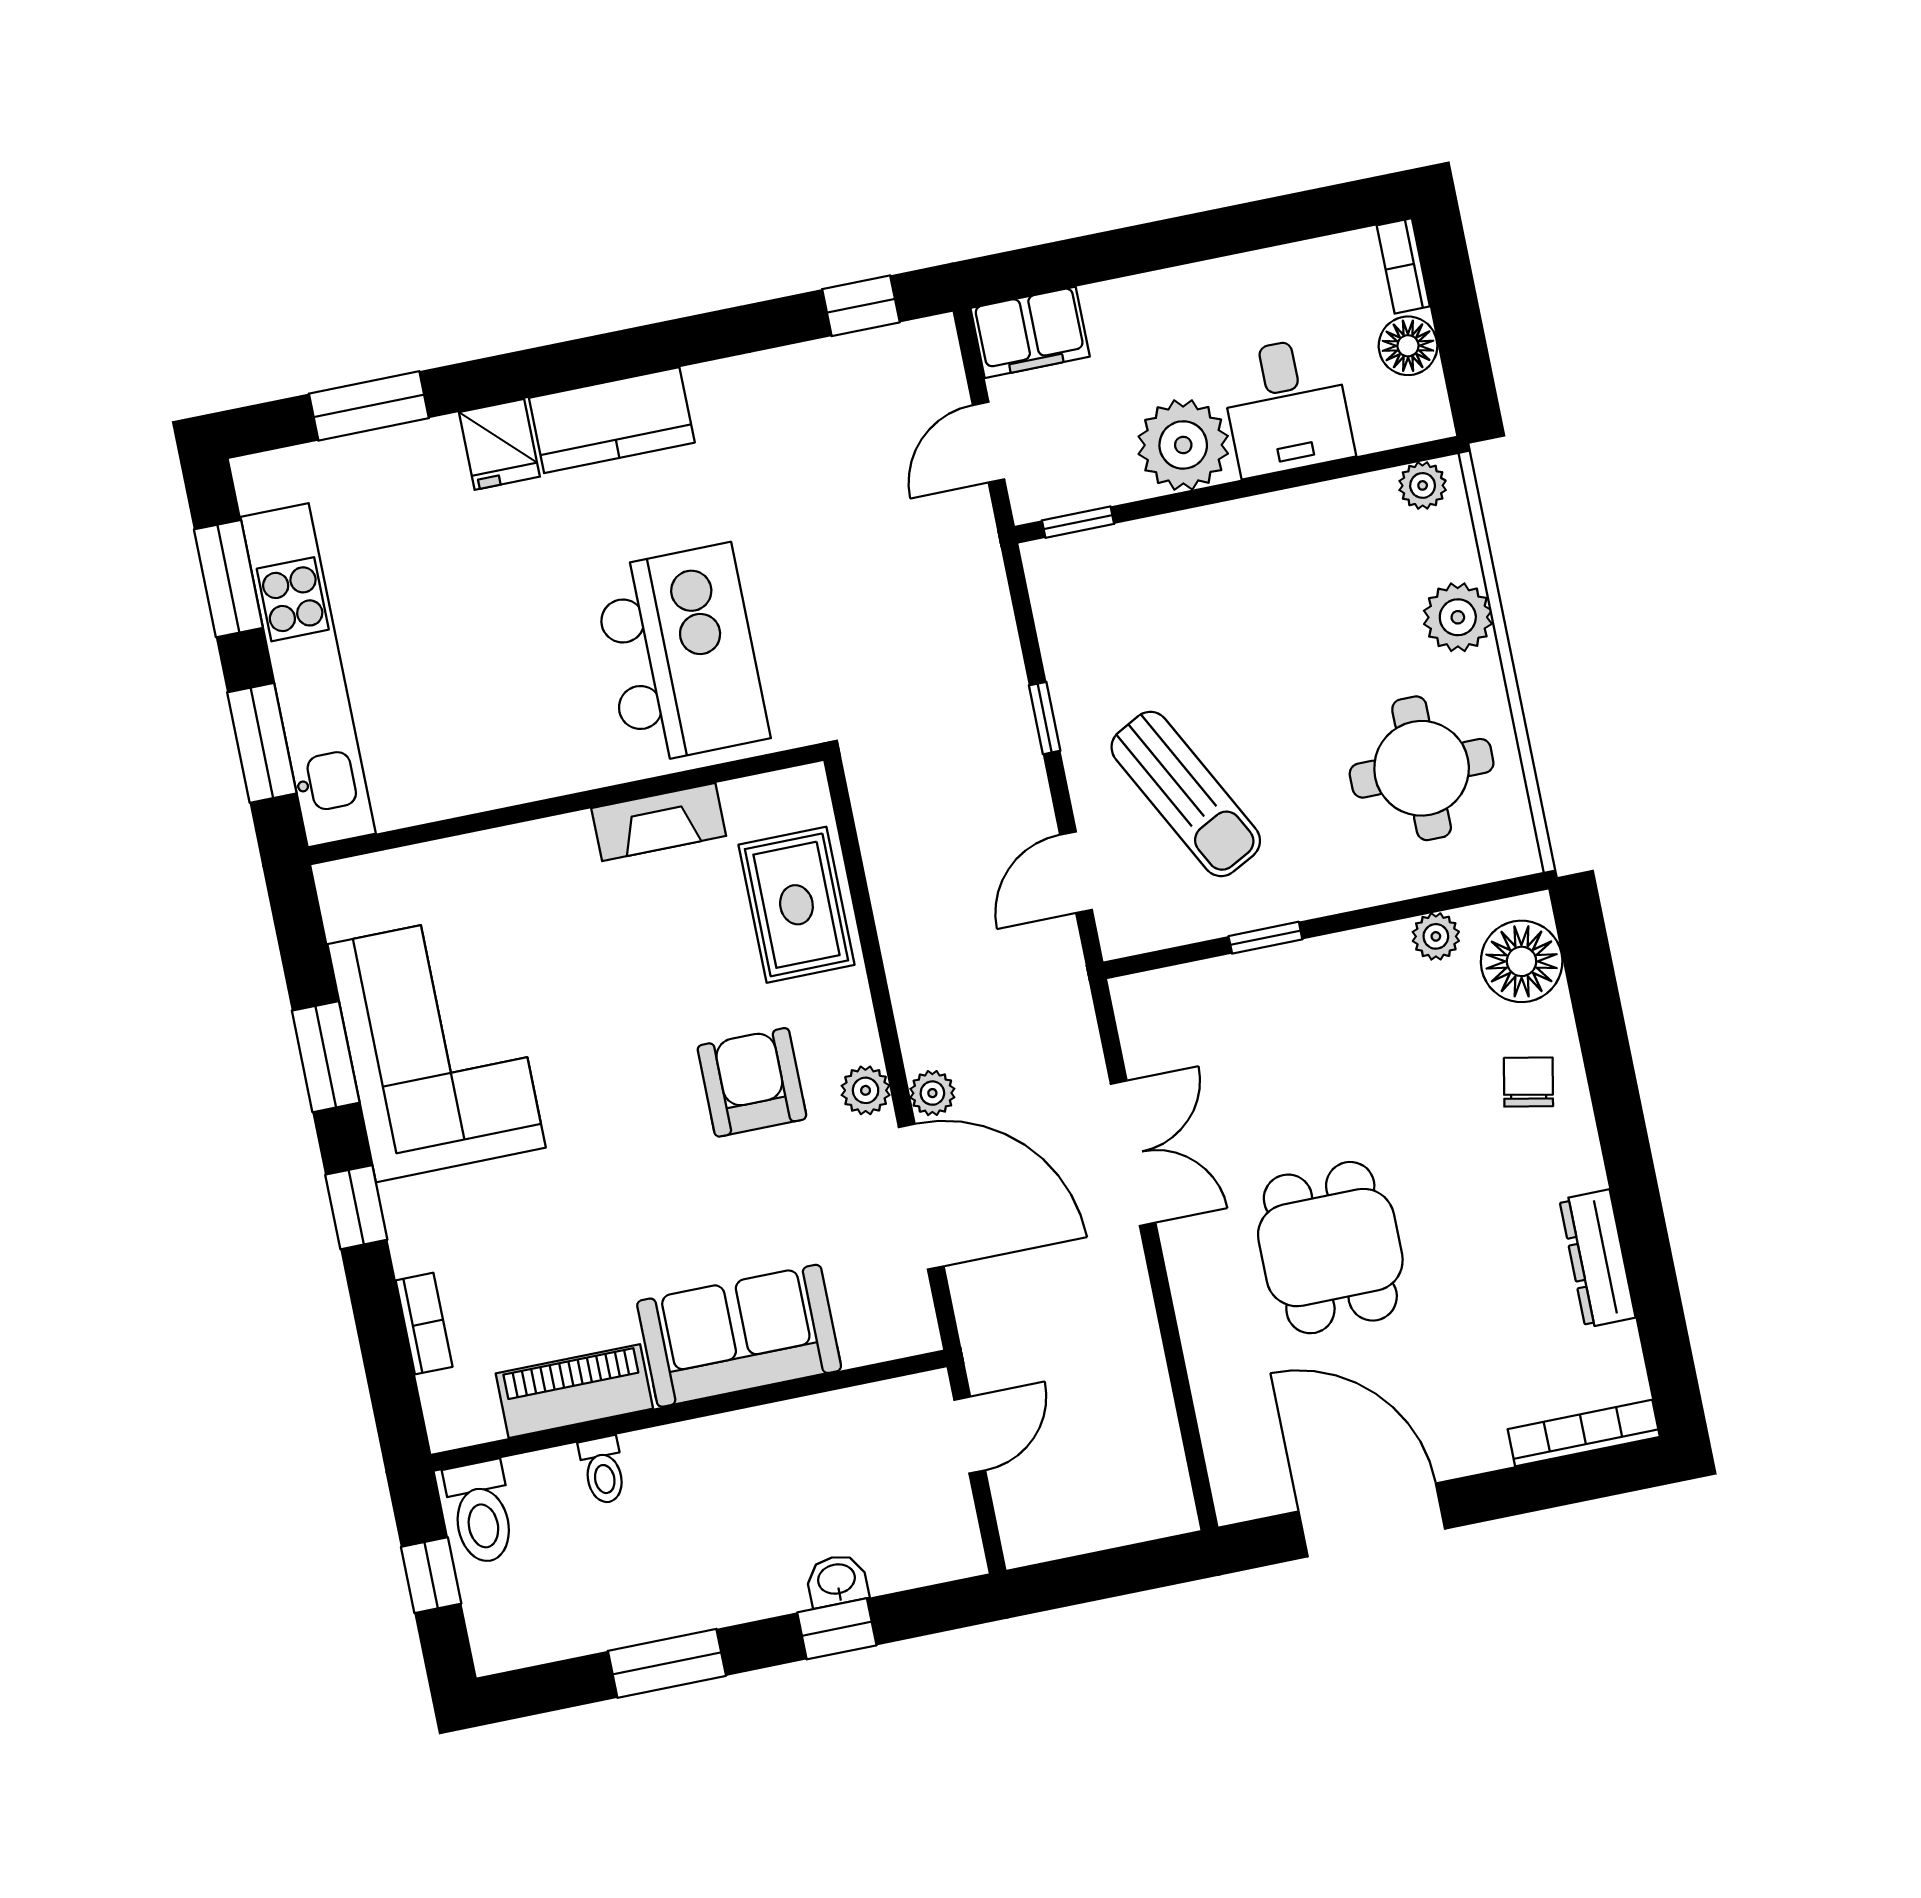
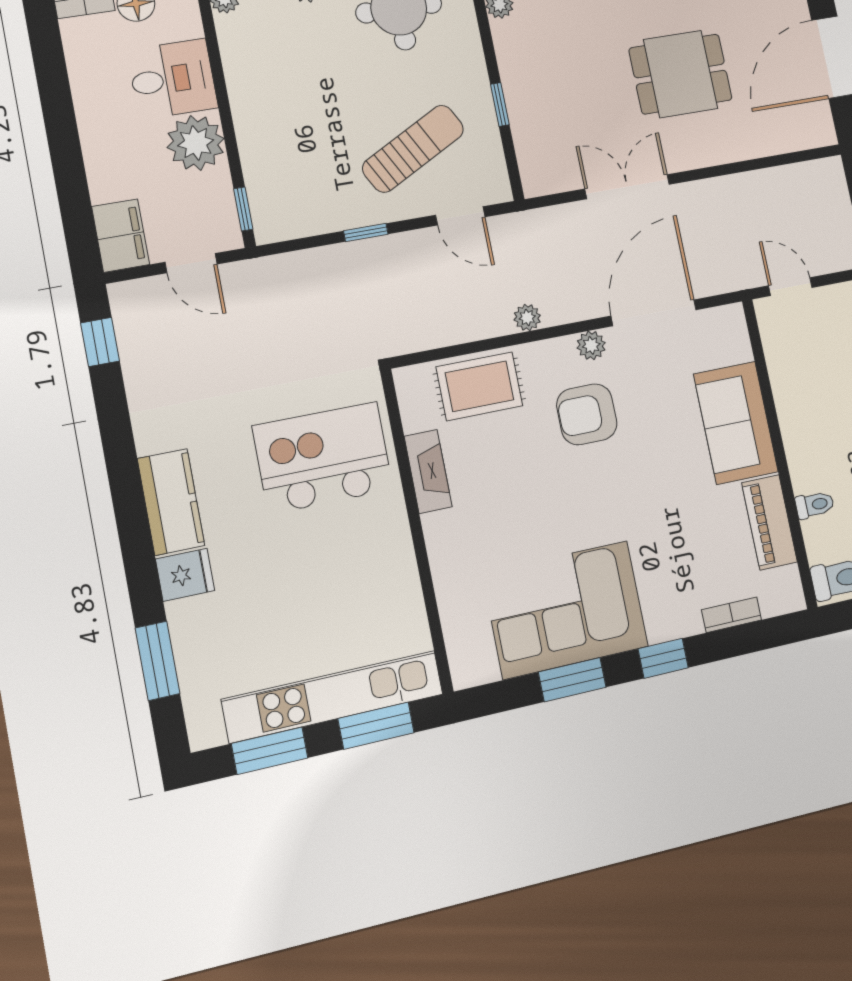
plant: (932, 1093) -> (527, 318), moved

